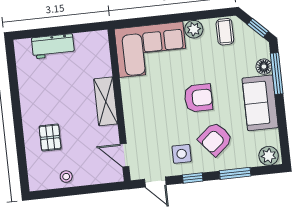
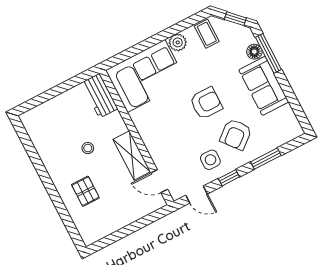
workbench: (53, 46) -> (100, 96), moved, turned 90
shelving: (106, 101) -> (132, 156), moved
plant: (269, 156) -> (290, 131), removed
stool: (66, 177) -> (88, 148), moved

